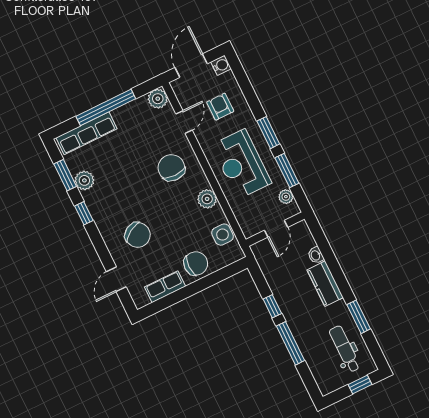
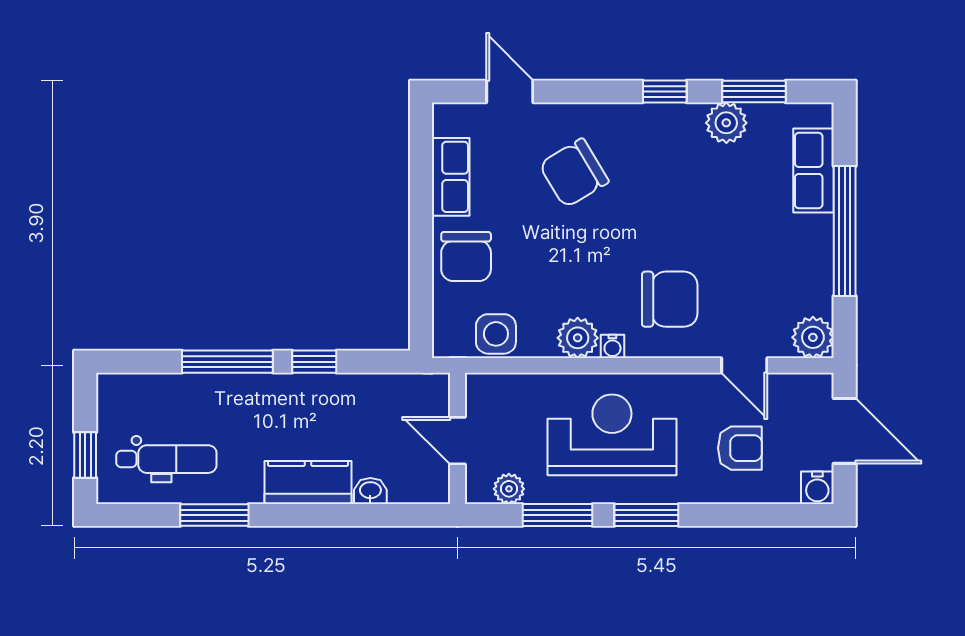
row of seats: (86, 133) -> (814, 170), width x0.68
water cooler: (203, 182) -> (612, 346), added

